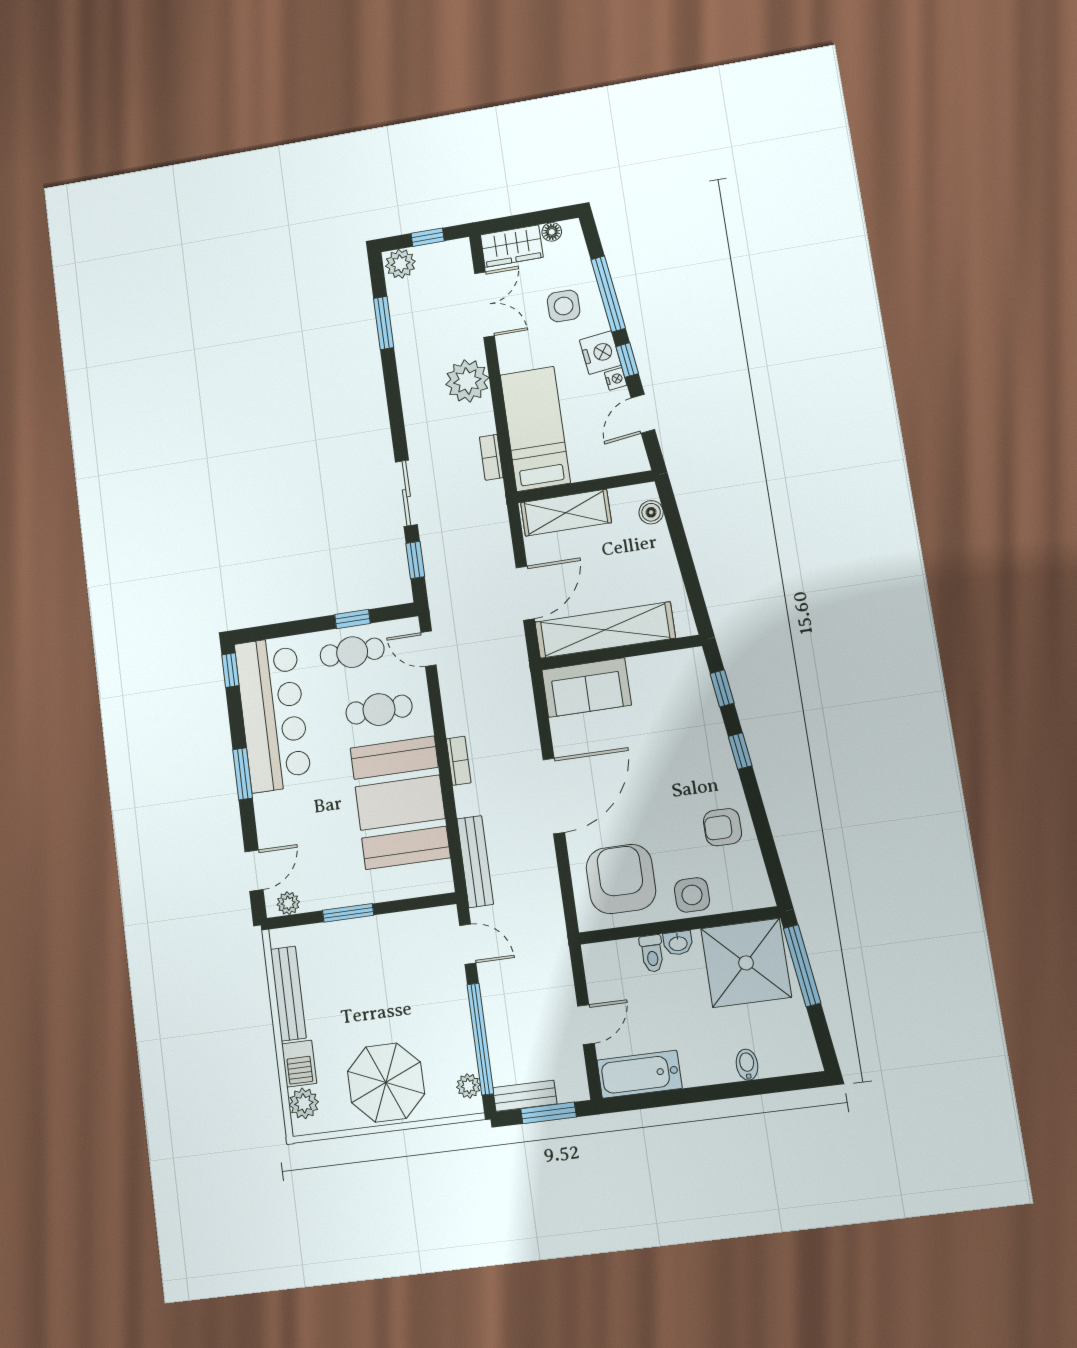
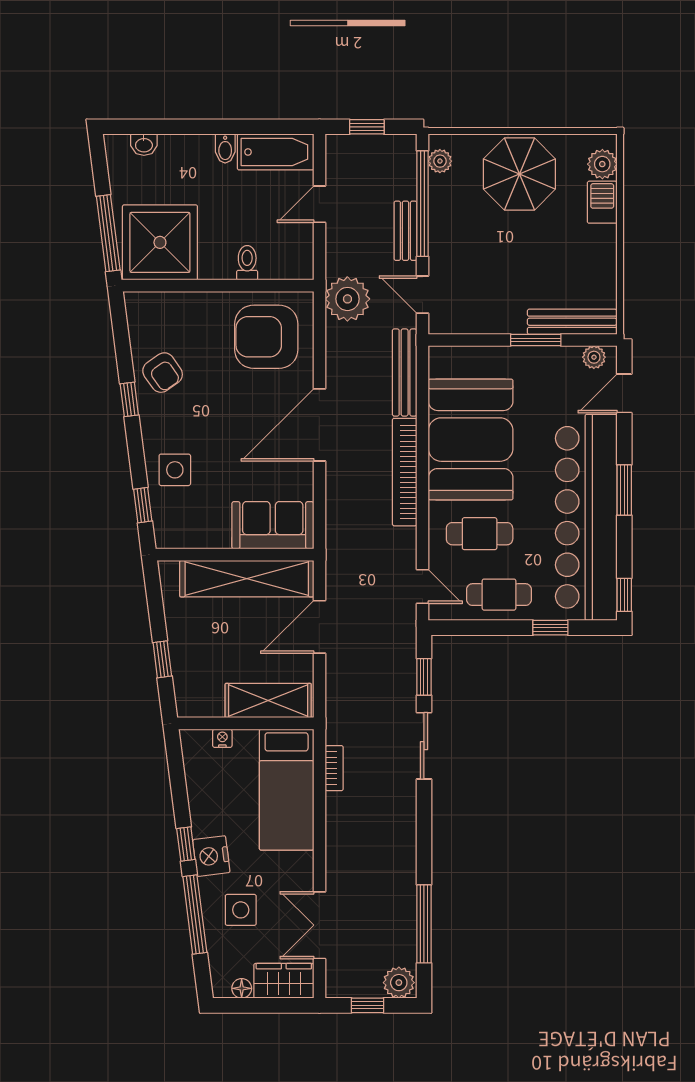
window: (384, 323) -> (424, 924), width x1.44
nightstand: (616, 379) -> (222, 738), moved, turned 97
plant: (467, 381) -> (347, 299), moved
door: (643, 414) -> (179, 787), removed
boiler: (651, 512) -> (185, 688), removed
window: (678, 537) -> (162, 659), added
window: (352, 619) -> (550, 628), moved
bar counter: (273, 714) -> (586, 517), width x1.36
window: (740, 751) -> (129, 399), moved
bookcase: (459, 761) -> (405, 472), width x2.31, depth x1.31
armchair: (722, 827) -> (163, 373), turned 55
armchair: (621, 879) -> (266, 337), turned 90
side table: (692, 895) -> (175, 470), moved
washbasin: (678, 943) -> (144, 145), moved, turned 180
bench: (288, 994) -> (572, 322), moved, turned 90
bidet: (747, 1065) -> (225, 148), moved
bench: (525, 1096) -> (405, 231), moved, turned 90
window: (548, 1113) -> (367, 127), width x0.67

